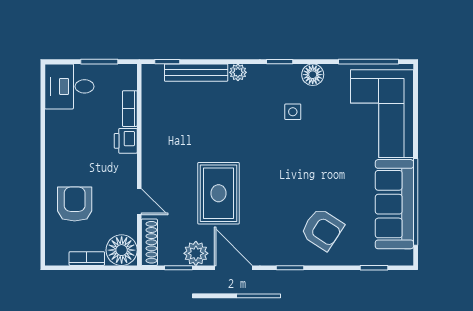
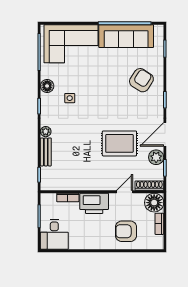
bench: (196, 73) -> (46, 152), width x0.73
printer: (126, 141) -> (94, 203), width x1.87, depth x1.48

